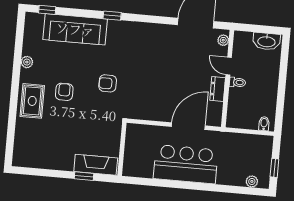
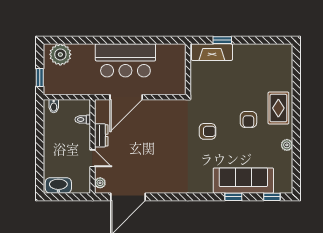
window: (112, 16) -> (233, 197), moved
toilet: (237, 82) -> (83, 119), moved
window: (274, 168) -> (40, 78), moved
plant: (252, 181) -> (60, 54), width x1.87, depth x1.87

